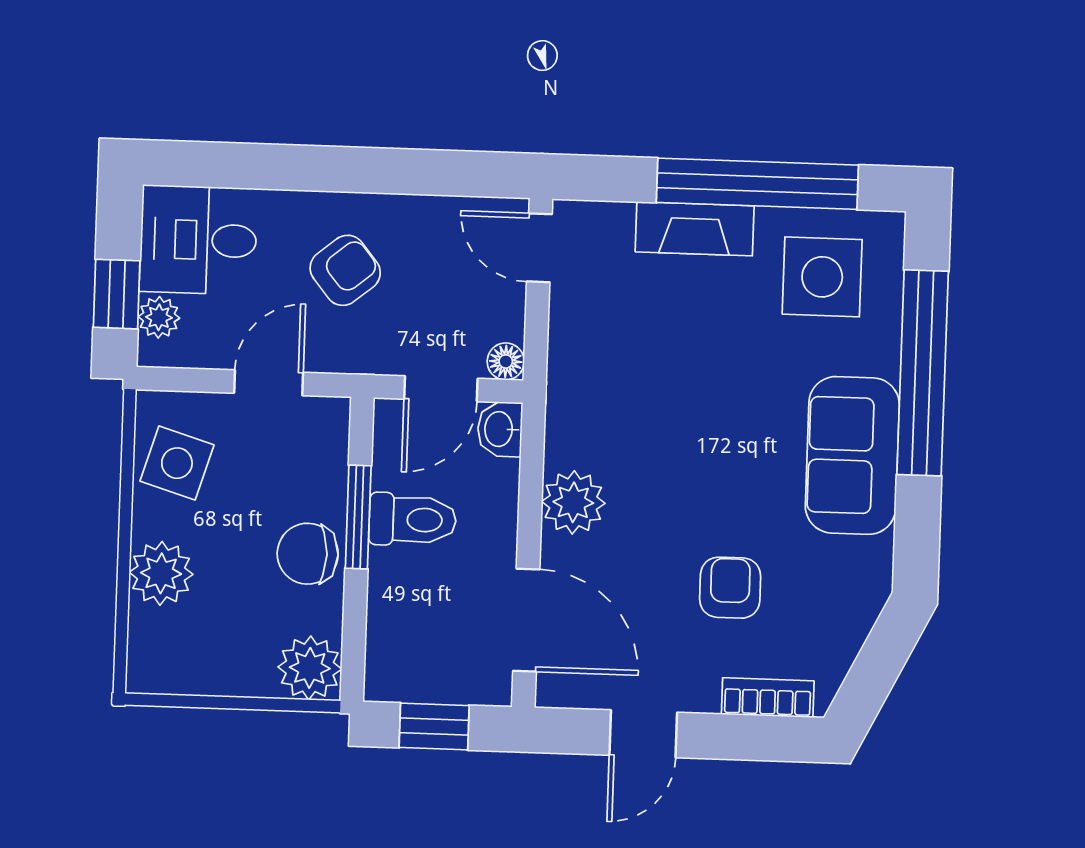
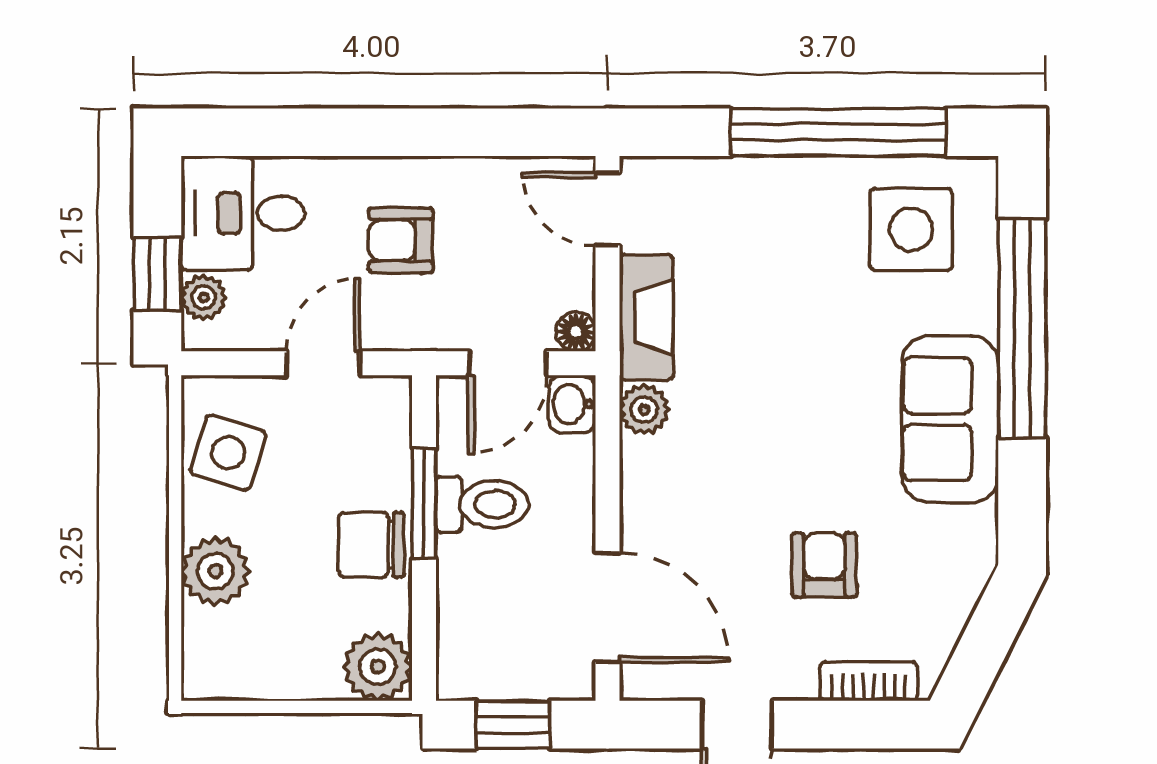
fireplace: (695, 229) -> (646, 317), moved, turned -90
armchair: (345, 270) -> (401, 240), turned -141
plant: (573, 502) -> (644, 410), moved, width x0.73, depth x0.73

